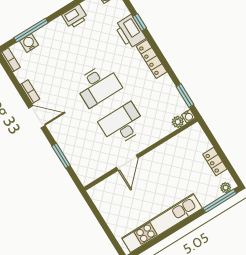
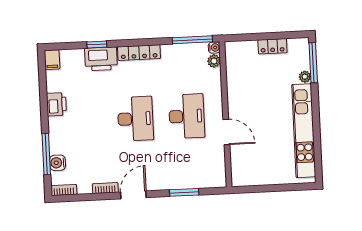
window: (185, 96) -> (192, 40), width x1.44
desk: (122, 124) -> (187, 116), turned 180
plant: (226, 188) -> (305, 77), moved

